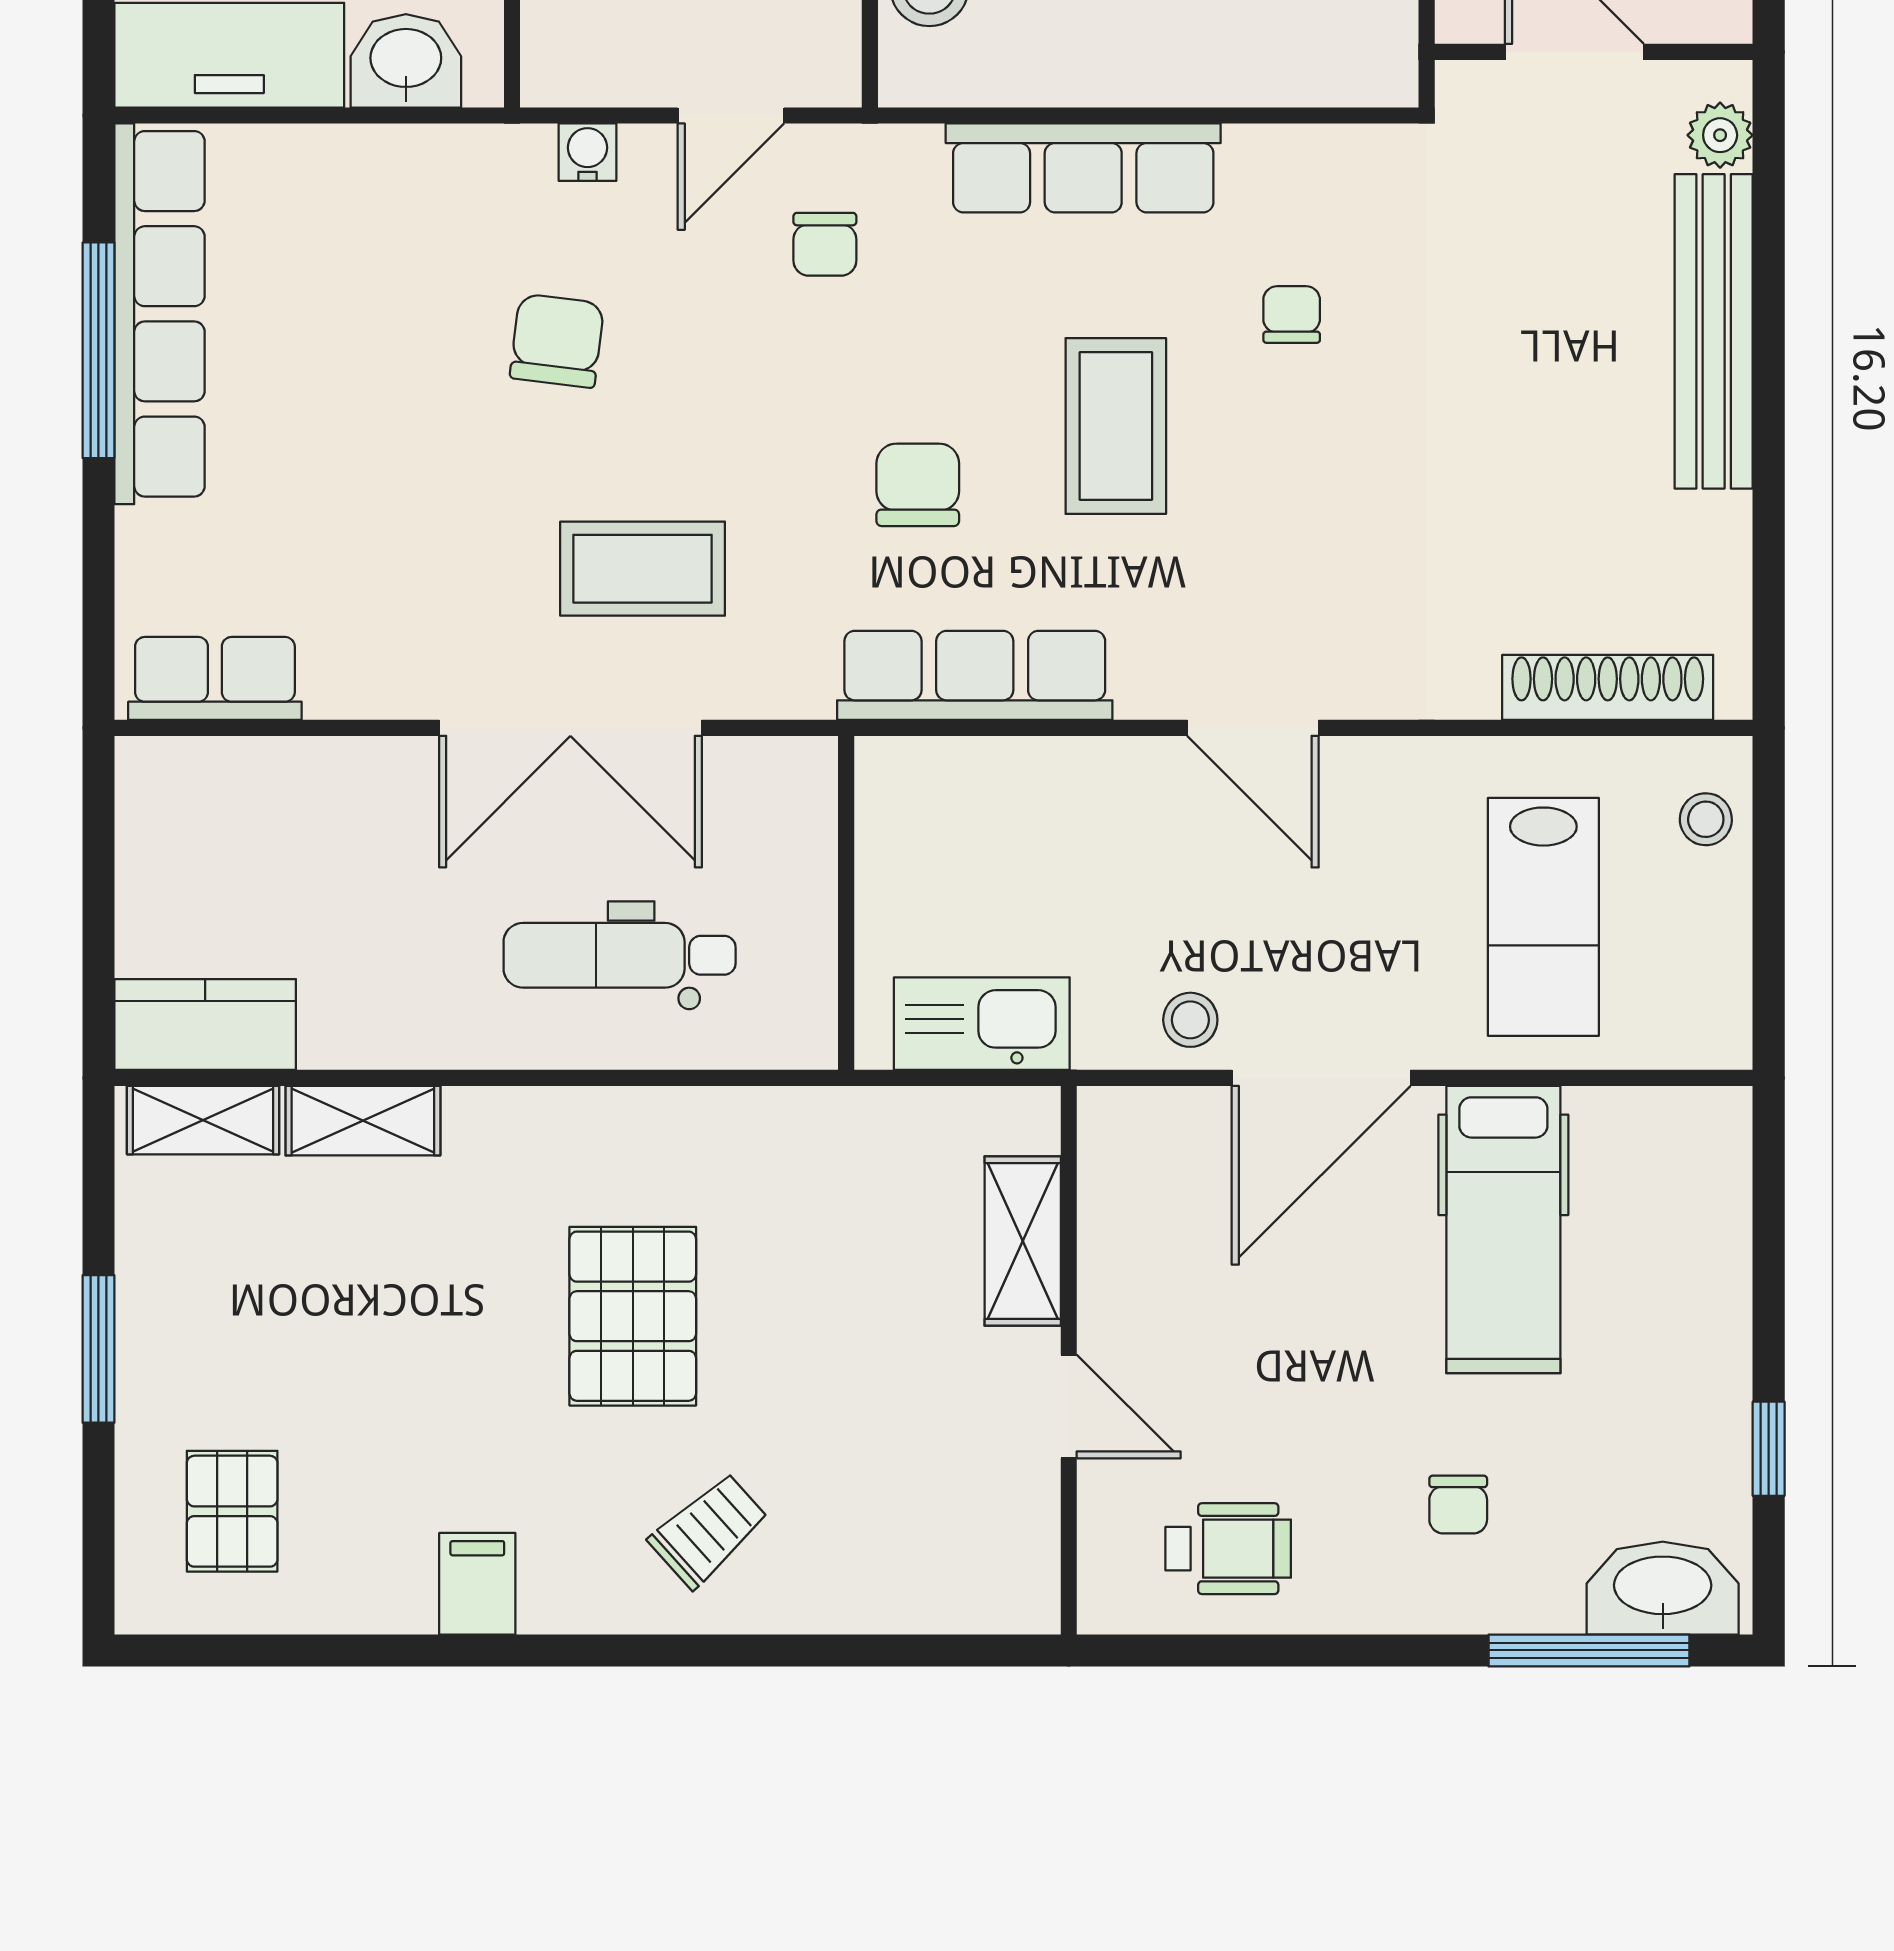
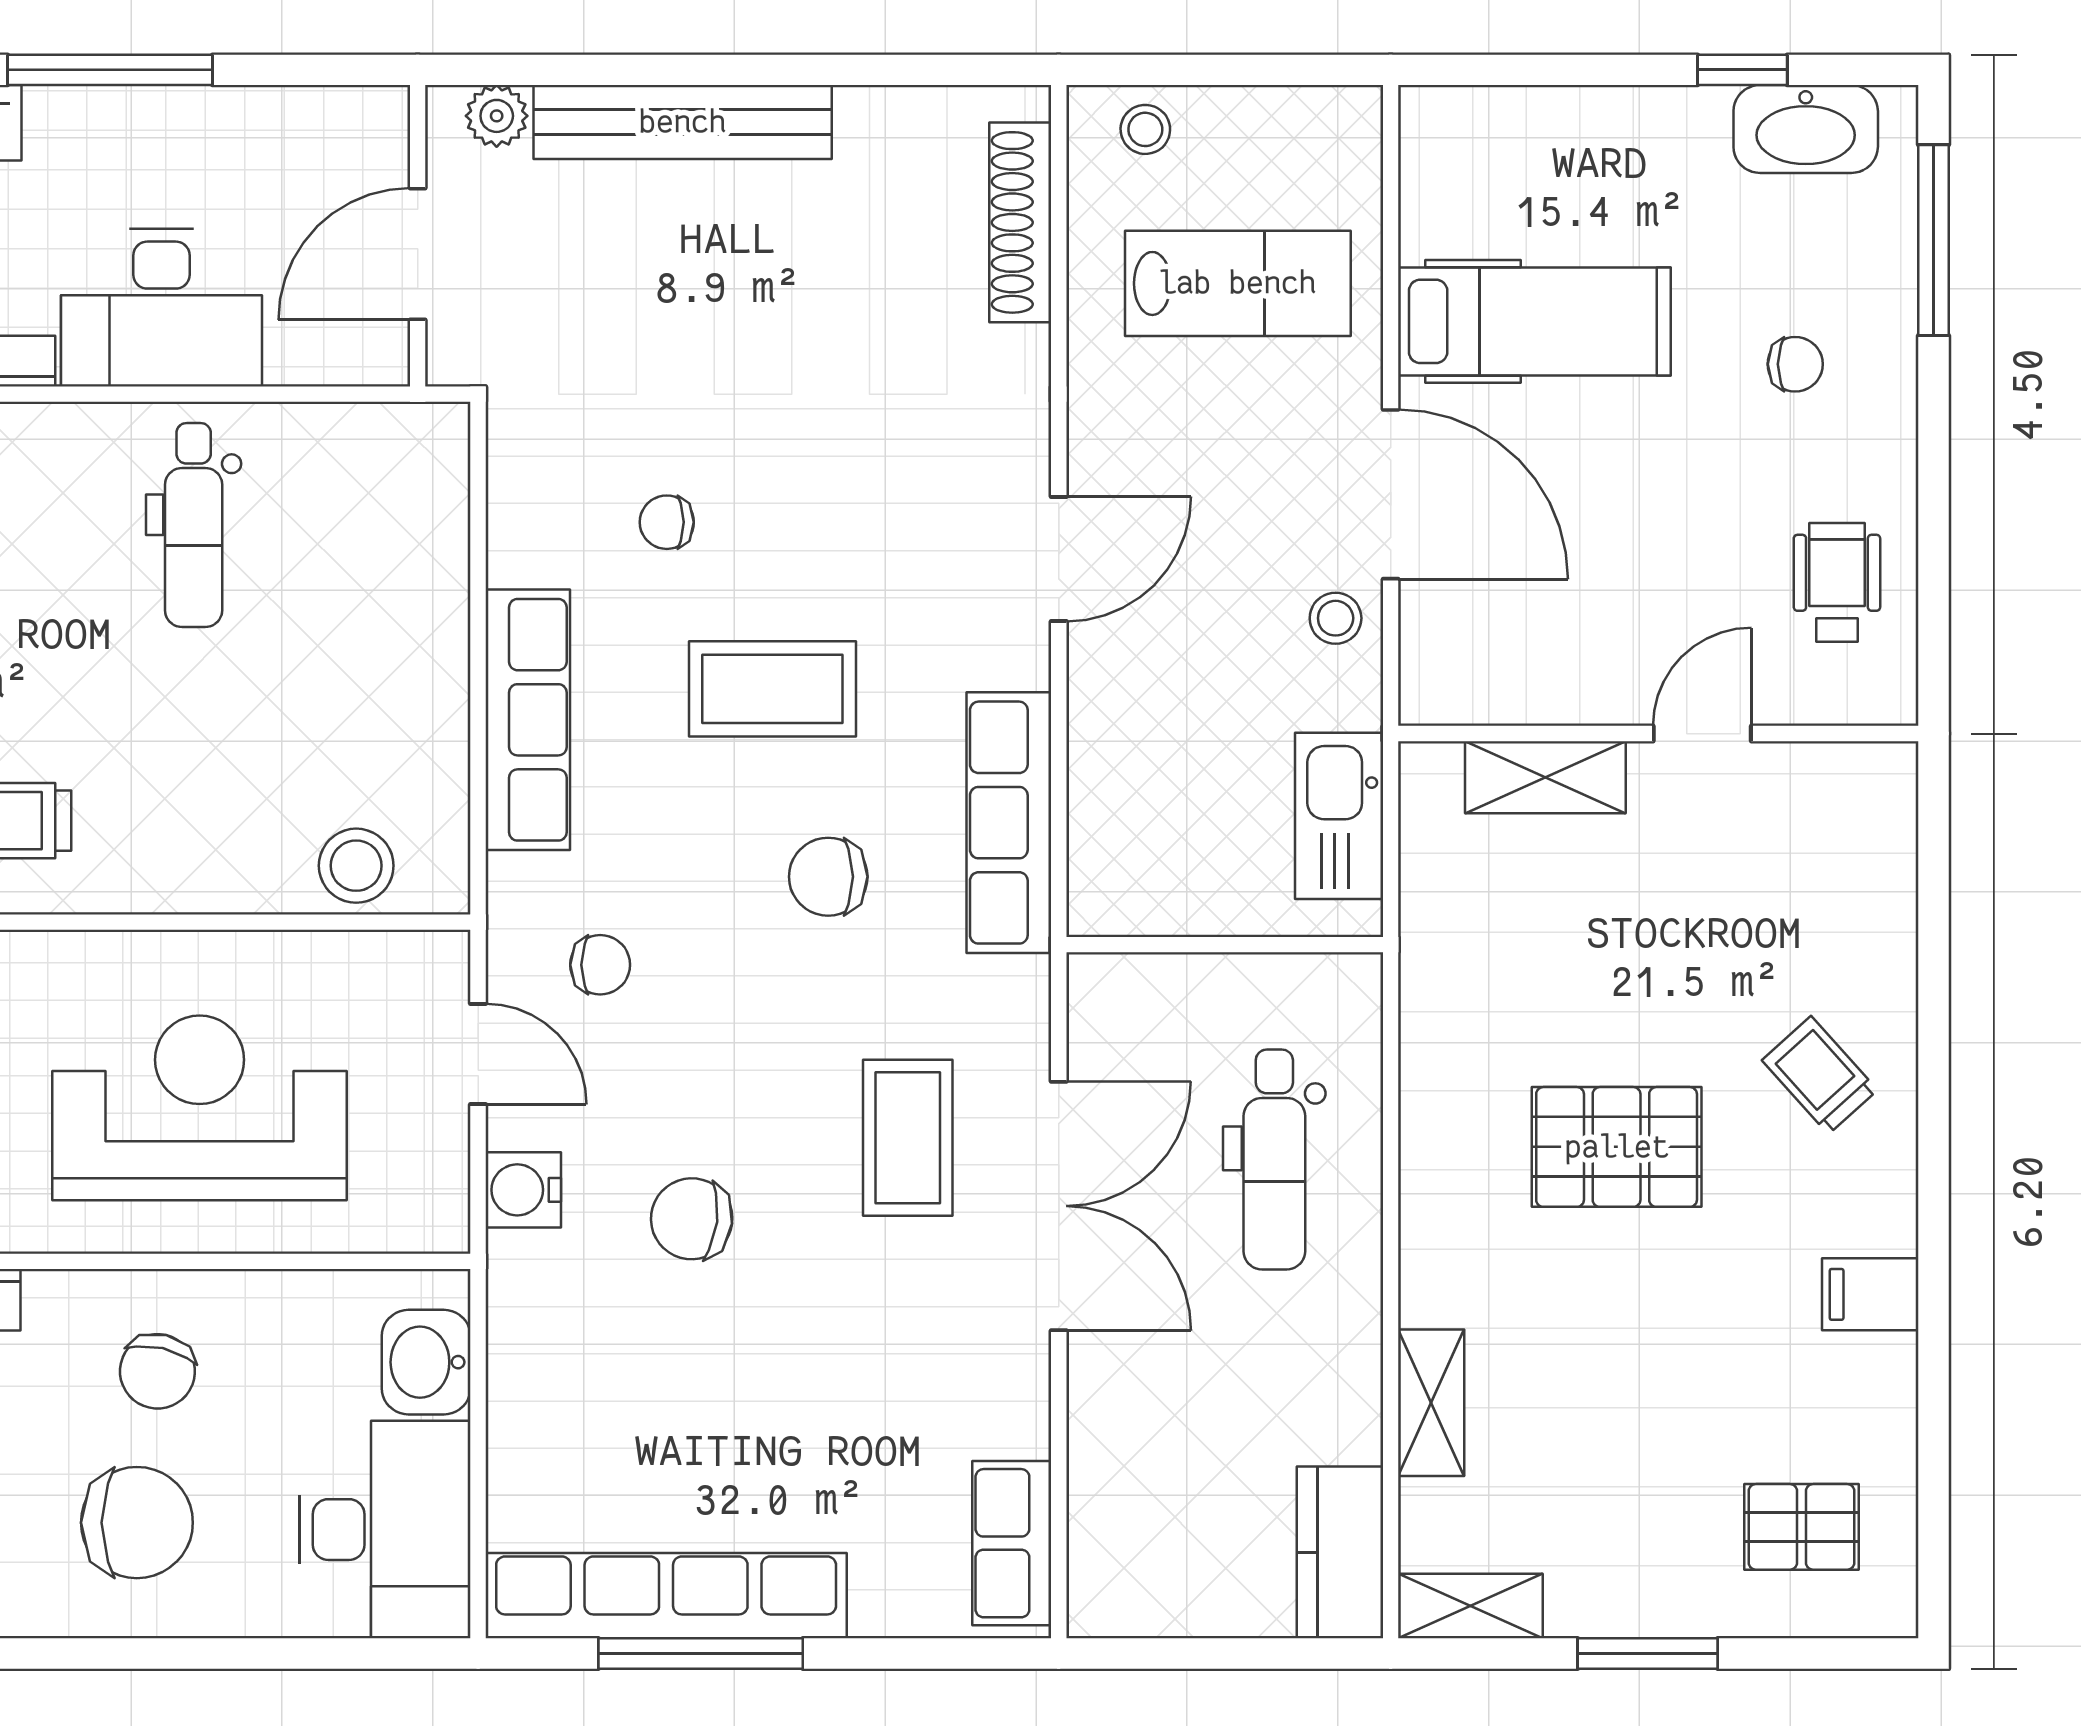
water cooler: (587, 152) -> (523, 1190), width x1.38, depth x1.38
shelving: (203, 1120) -> (1470, 1606), moved, turned 90
washbasin: (1663, 1588) -> (1806, 129), moved, turned -90

